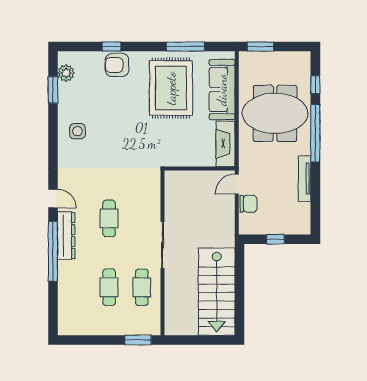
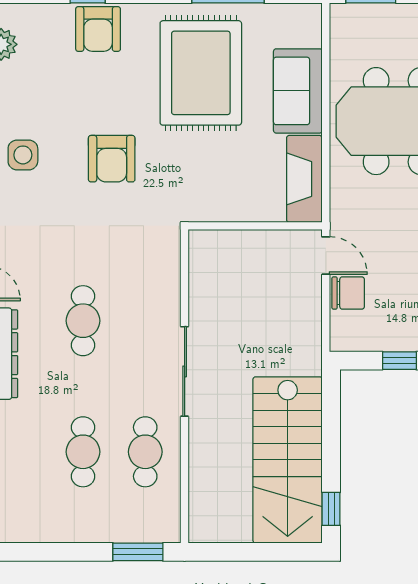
armchair: (117, 65) -> (98, 29), turned -90
sofa: (222, 90) -> (298, 91), width x0.73
armchair: (124, 133) -> (112, 159), added
door: (237, 184) -> (326, 256), swing flipped
window: (240, 317) -> (331, 509), added

